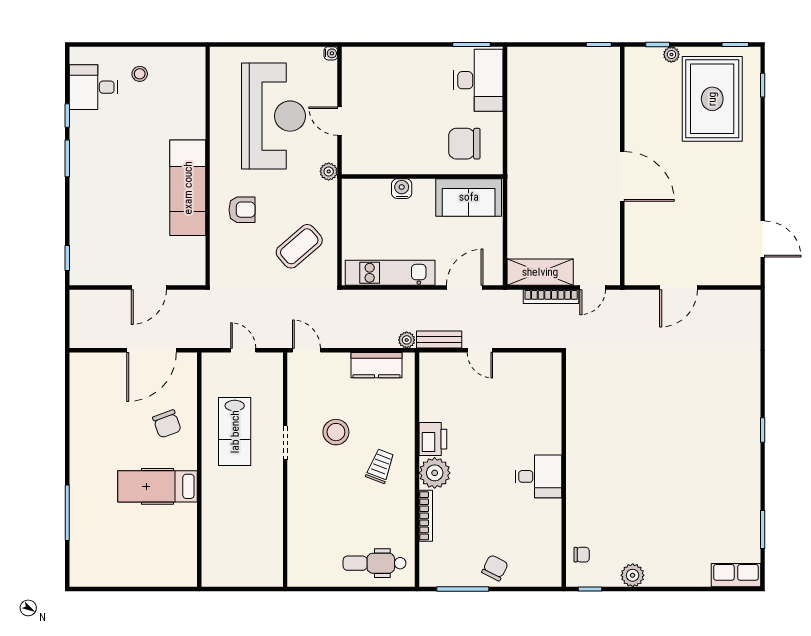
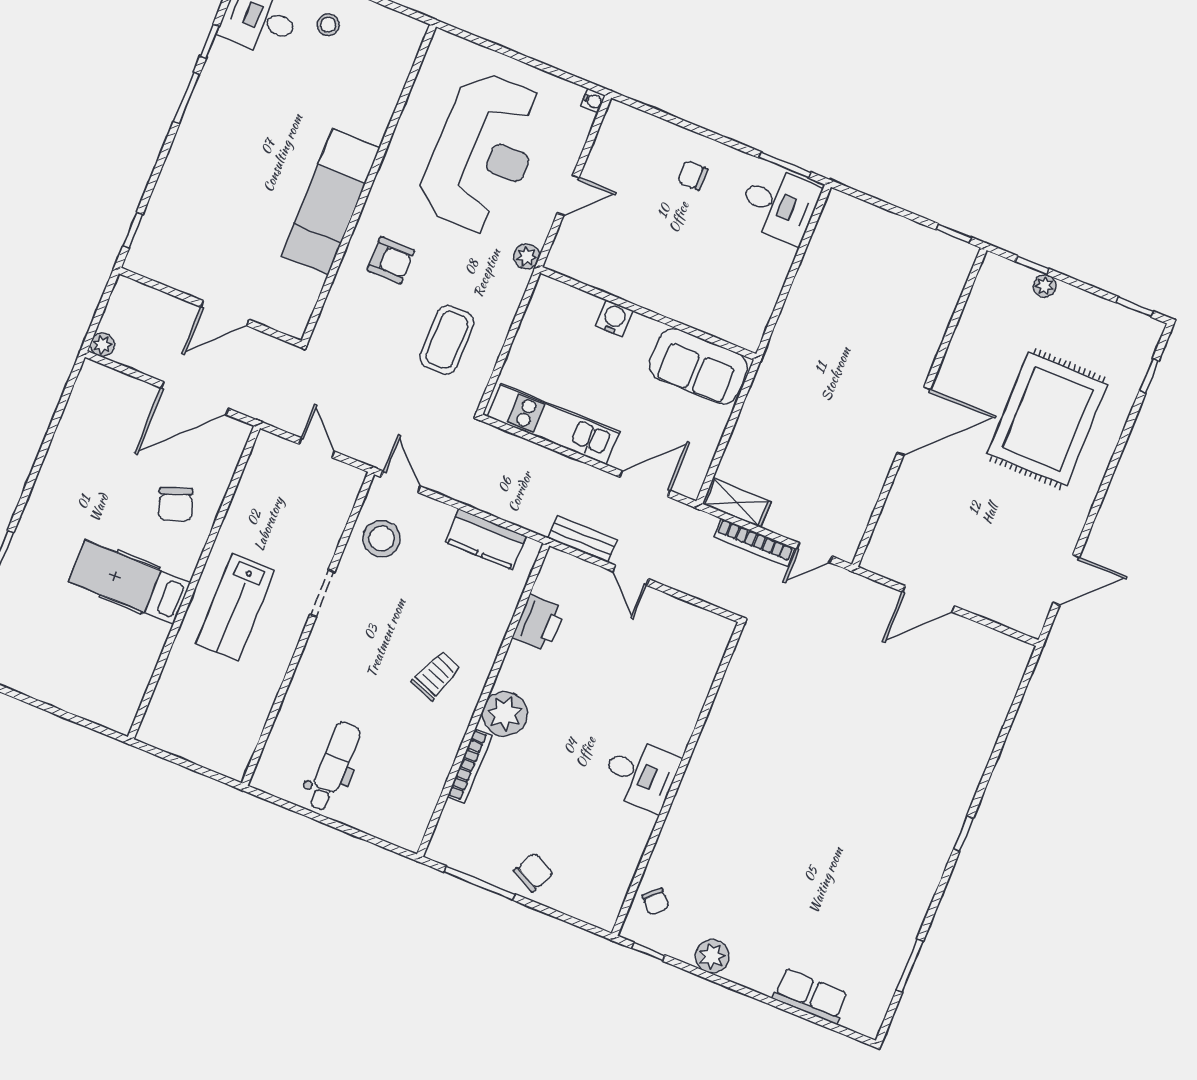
desk: (478, 80) -> (779, 205), width x0.73
rug: (712, 99) -> (1048, 419), moved
door: (340, 121) -> (568, 195), swing flipped
chair: (464, 144) -> (693, 175), moved, width x0.54, depth x0.54
door: (622, 176) -> (914, 421), hinge flipped
door: (763, 239) -> (1066, 580), hinge flipped
coffee table: (299, 246) -> (447, 340), turned -49
shelving: (540, 272) -> (737, 502), width x0.67, depth x0.75
plant: (407, 340) -> (102, 345), moved
lab bench: (235, 432) -> (235, 607), moved
stool: (336, 432) -> (382, 539), moved
printer: (433, 439) -> (539, 623), moved
chair: (582, 555) -> (656, 901), turned 47
dental chair: (375, 563) -> (333, 766), moved, turned 90
row of seats: (736, 575) -> (810, 996), moved

